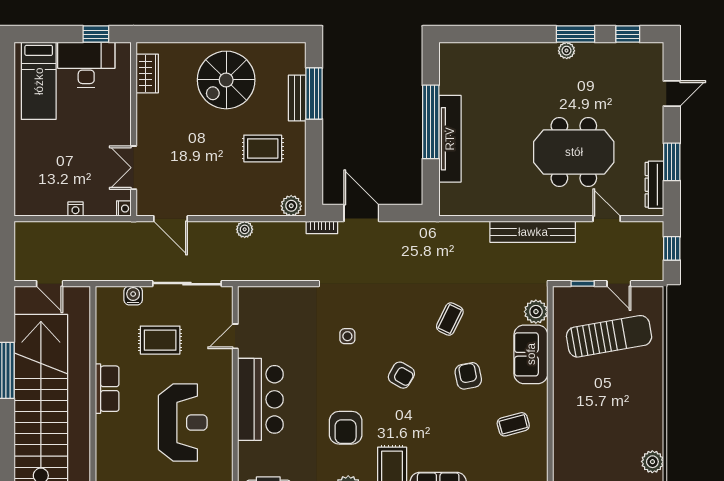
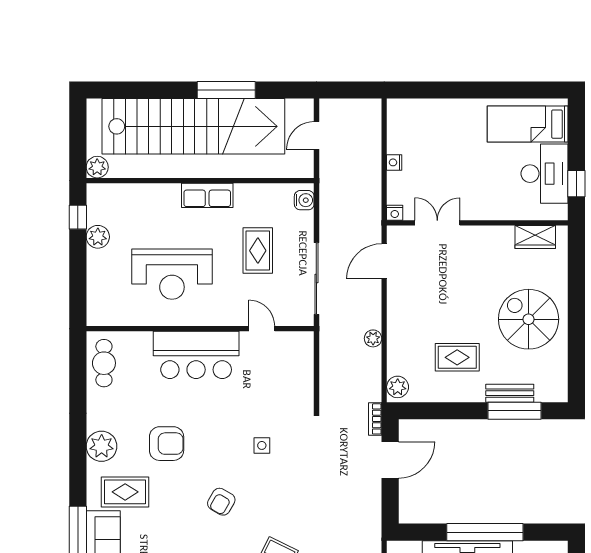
rug: (263, 148) -> (457, 357), turned 90
water cooler: (133, 295) -> (304, 200), moved
armchair: (346, 428) -> (167, 444), turned 180

